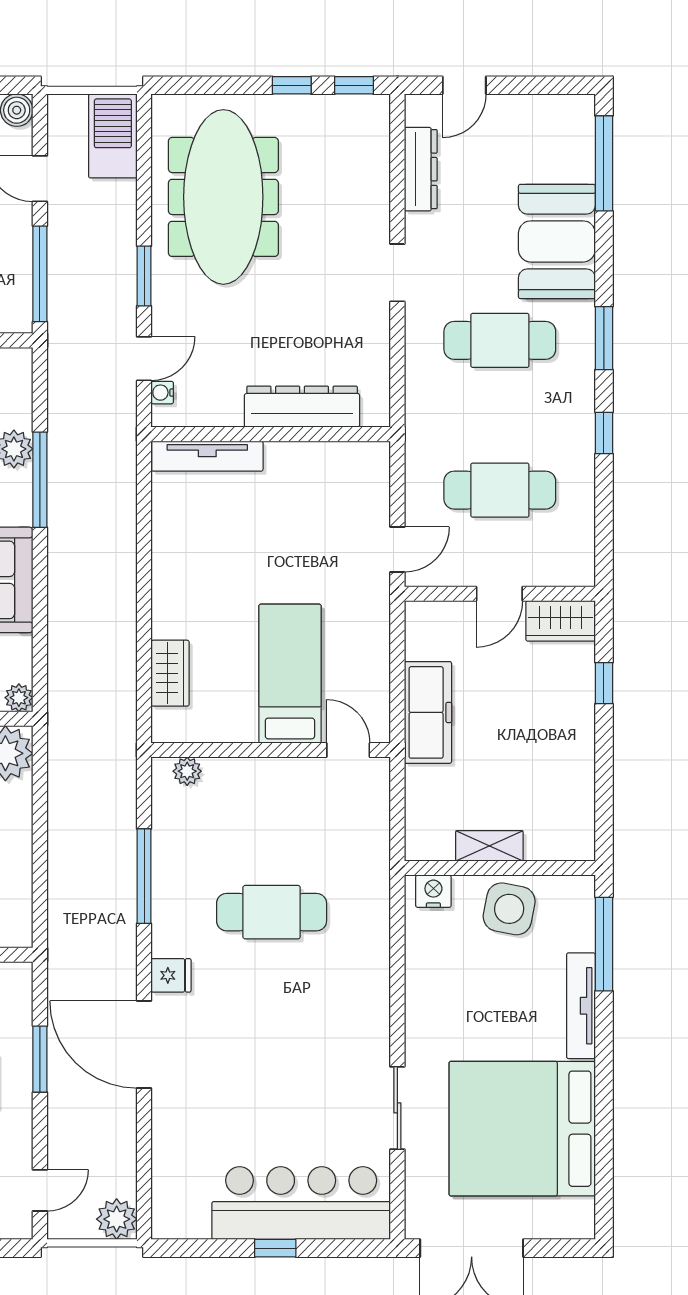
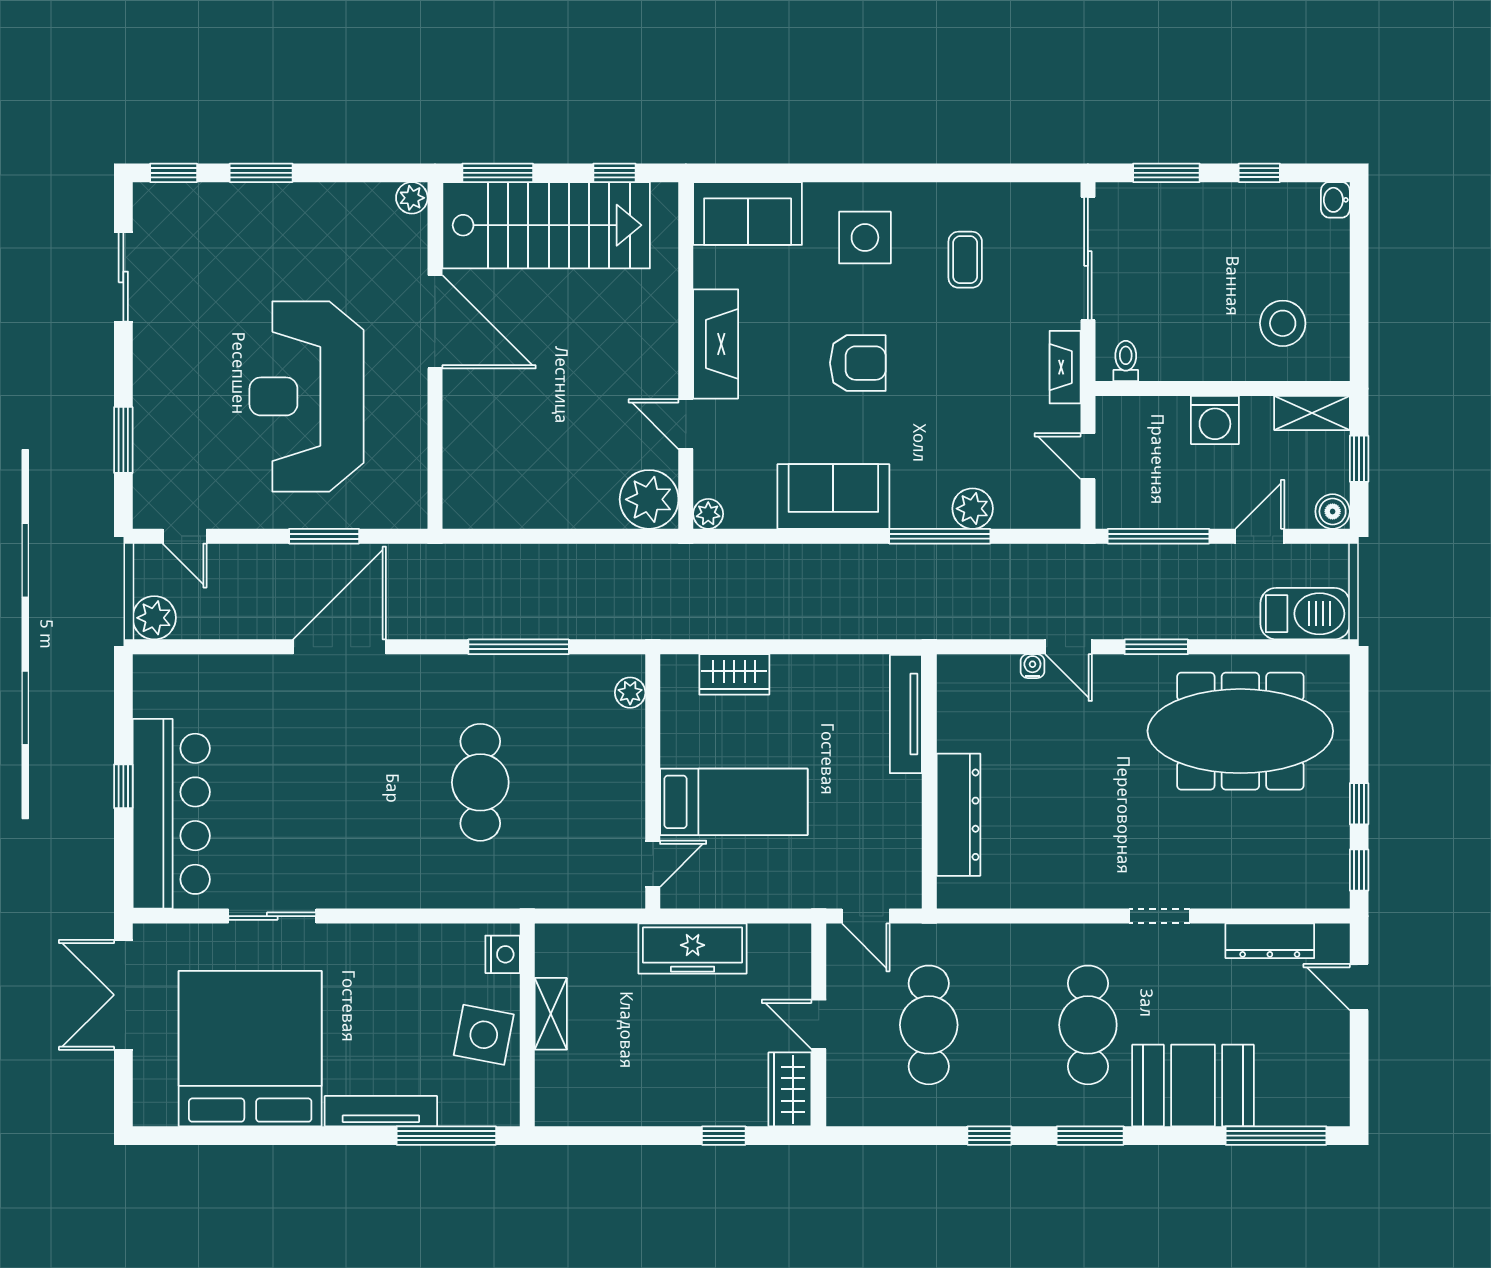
dresser: (302, 407) -> (958, 815), moved
wall: (271, 434) -> (929, 781), moved
tv unit: (207, 456) -> (906, 714), moved
fridge: (171, 975) -> (413, 675), removed

